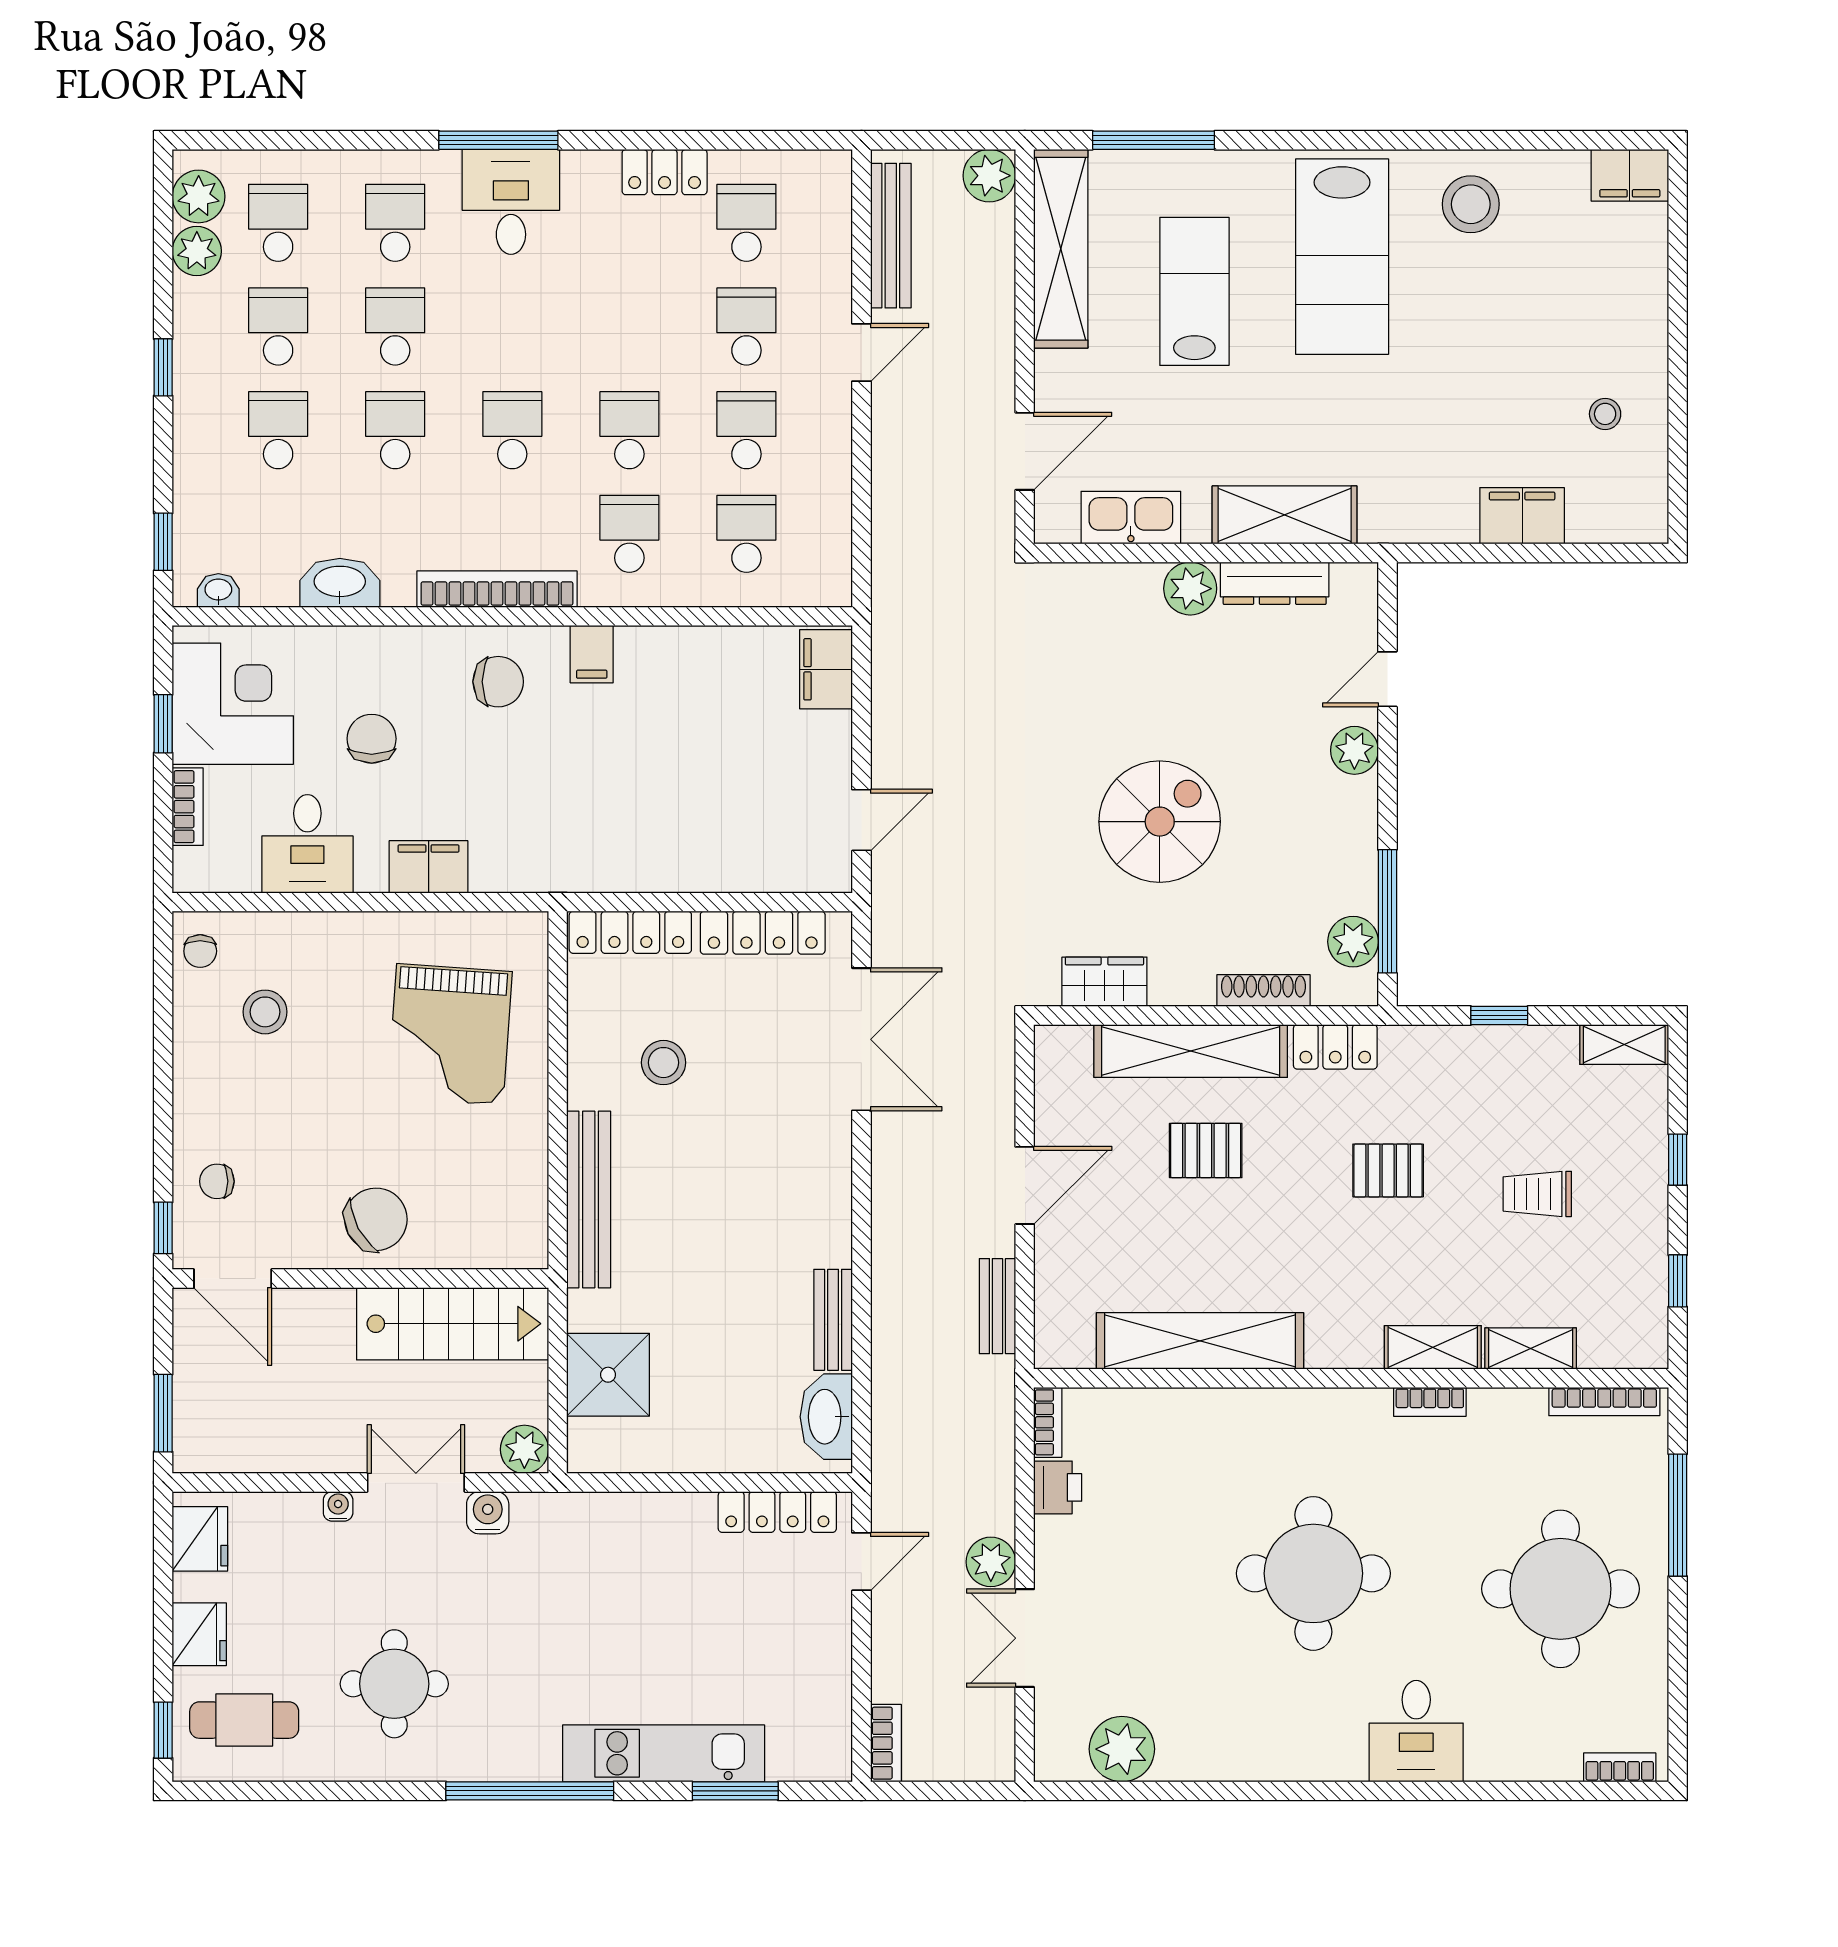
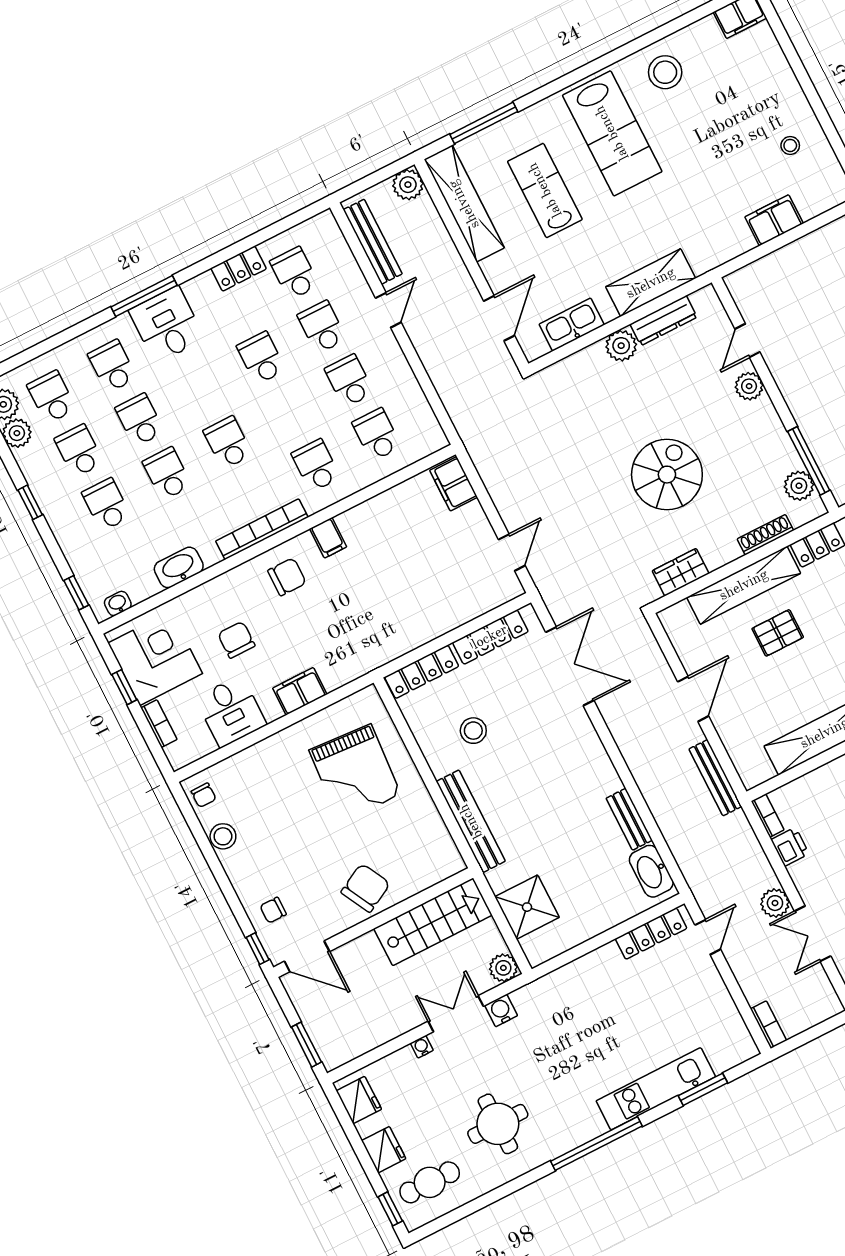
school desk: (629, 430) -> (261, 358), moved
stool: (265, 1012) -> (223, 836), moved
bench: (997, 1306) -> (715, 778), width x1.36

